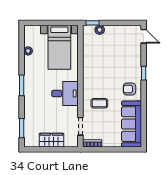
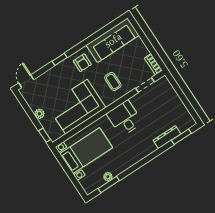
plant: (100, 30) -> (39, 114), moved
corner sofa: (98, 62) -> (76, 107), added
window: (22, 85) -> (109, 184), moved
dresser: (29, 117) -> (167, 137), added
wardrobe: (51, 140) -> (174, 103), removed

